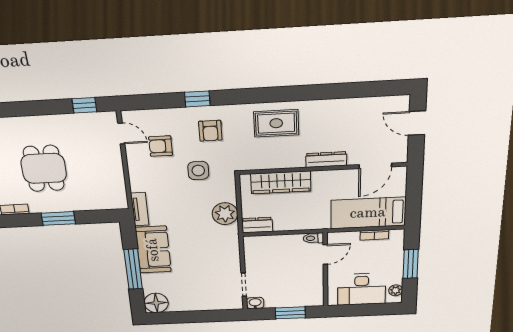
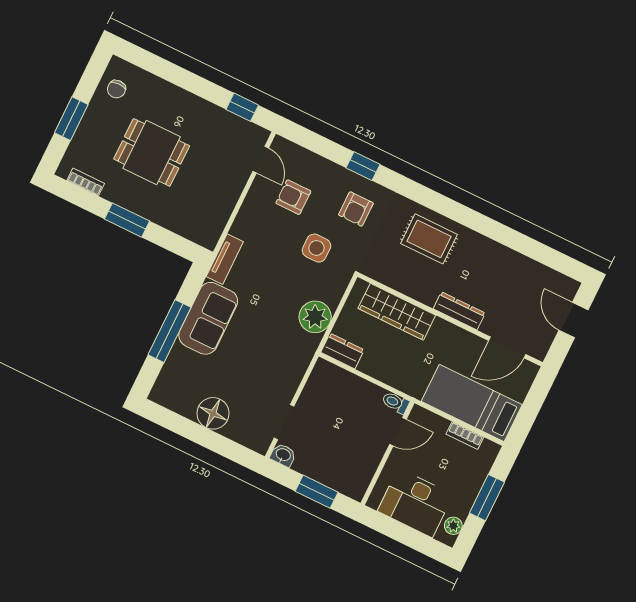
dining table: (44, 168) -> (152, 152), turned 90
floor lamp: (156, 303) -> (213, 413), moved

